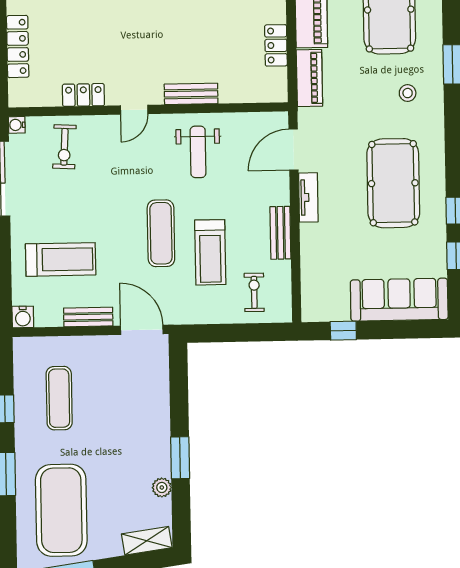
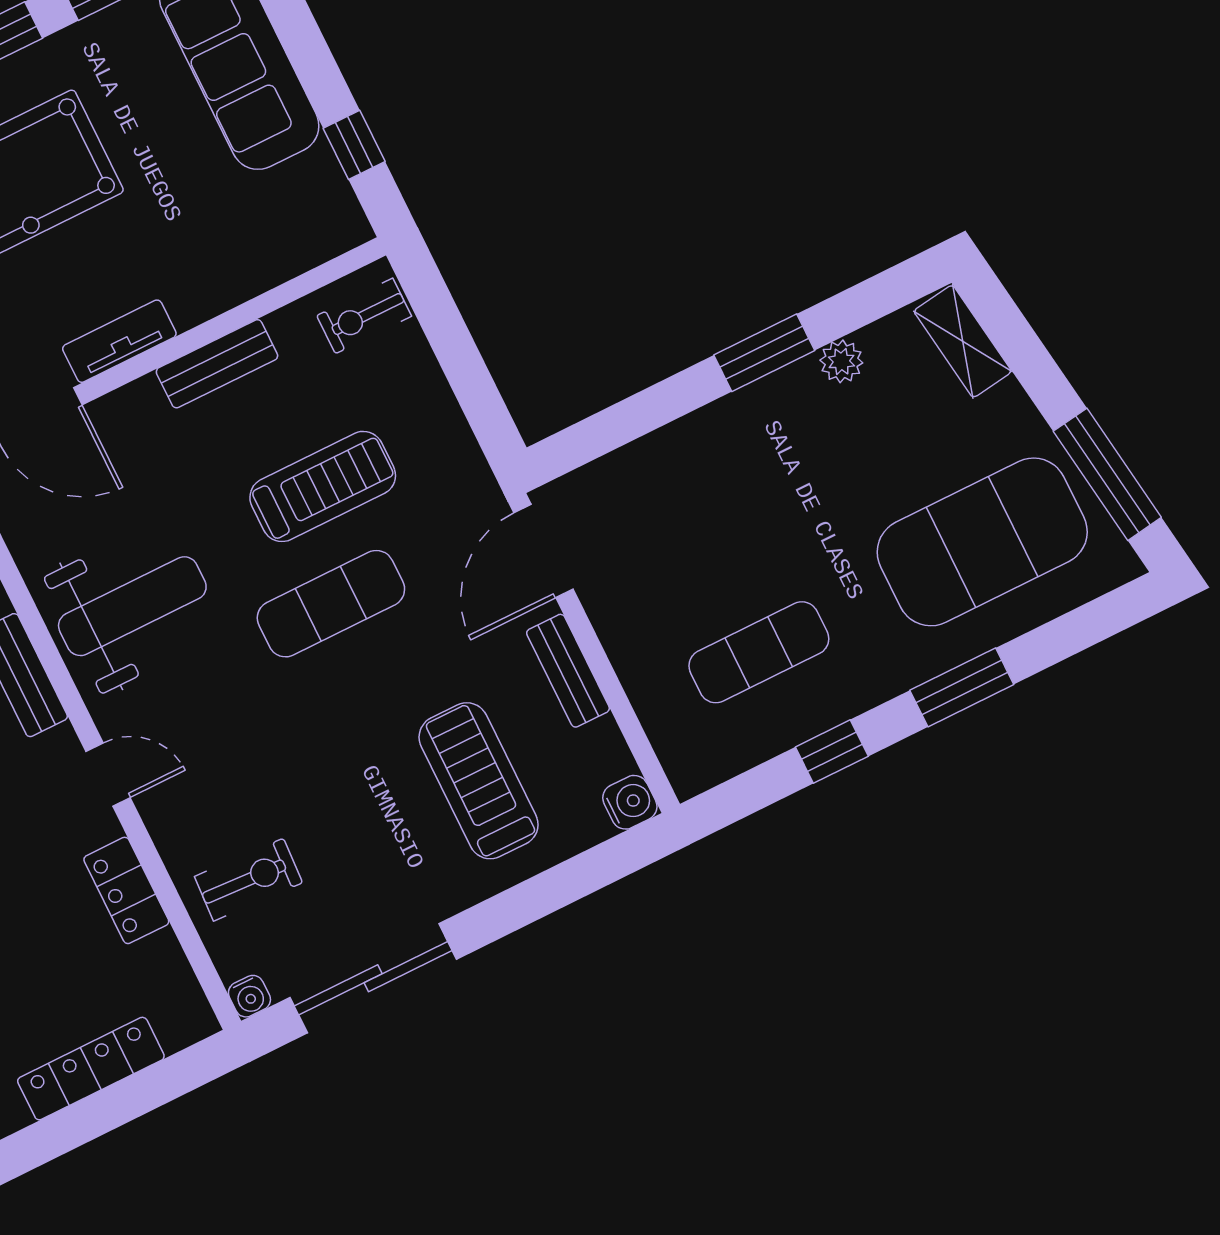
weight bench: (198, 152) -> (132, 606), width x1.36, depth x1.33
exercise bike: (254, 292) -> (364, 316), moved

